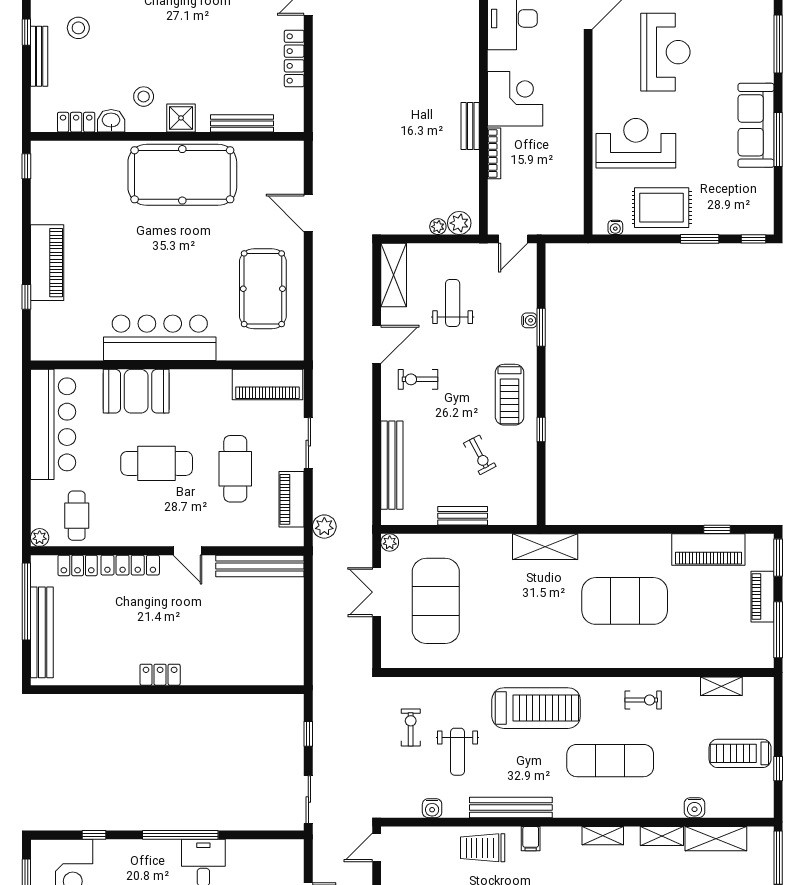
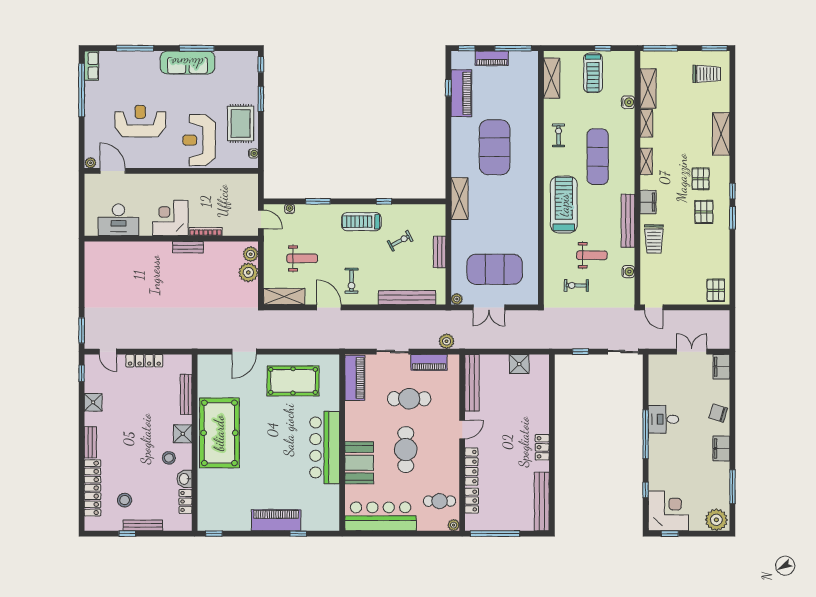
plant: (438, 227) -> (248, 272), width x1.88, depth x1.88
weight bench: (453, 303) -> (302, 258), turned 180
water cooler: (529, 320) -> (290, 209), moved
treadmill: (510, 395) -> (361, 222), turned 180
window: (778, 558) -> (467, 48), width x0.67
bench: (42, 632) -> (542, 502), moved, turned 90
shower: (289, 639) -> (519, 364), added
shelving: (721, 686) -> (552, 78), width x1.50, depth x1.33
filing cabinet: (531, 839) -> (648, 202), width x2.00

